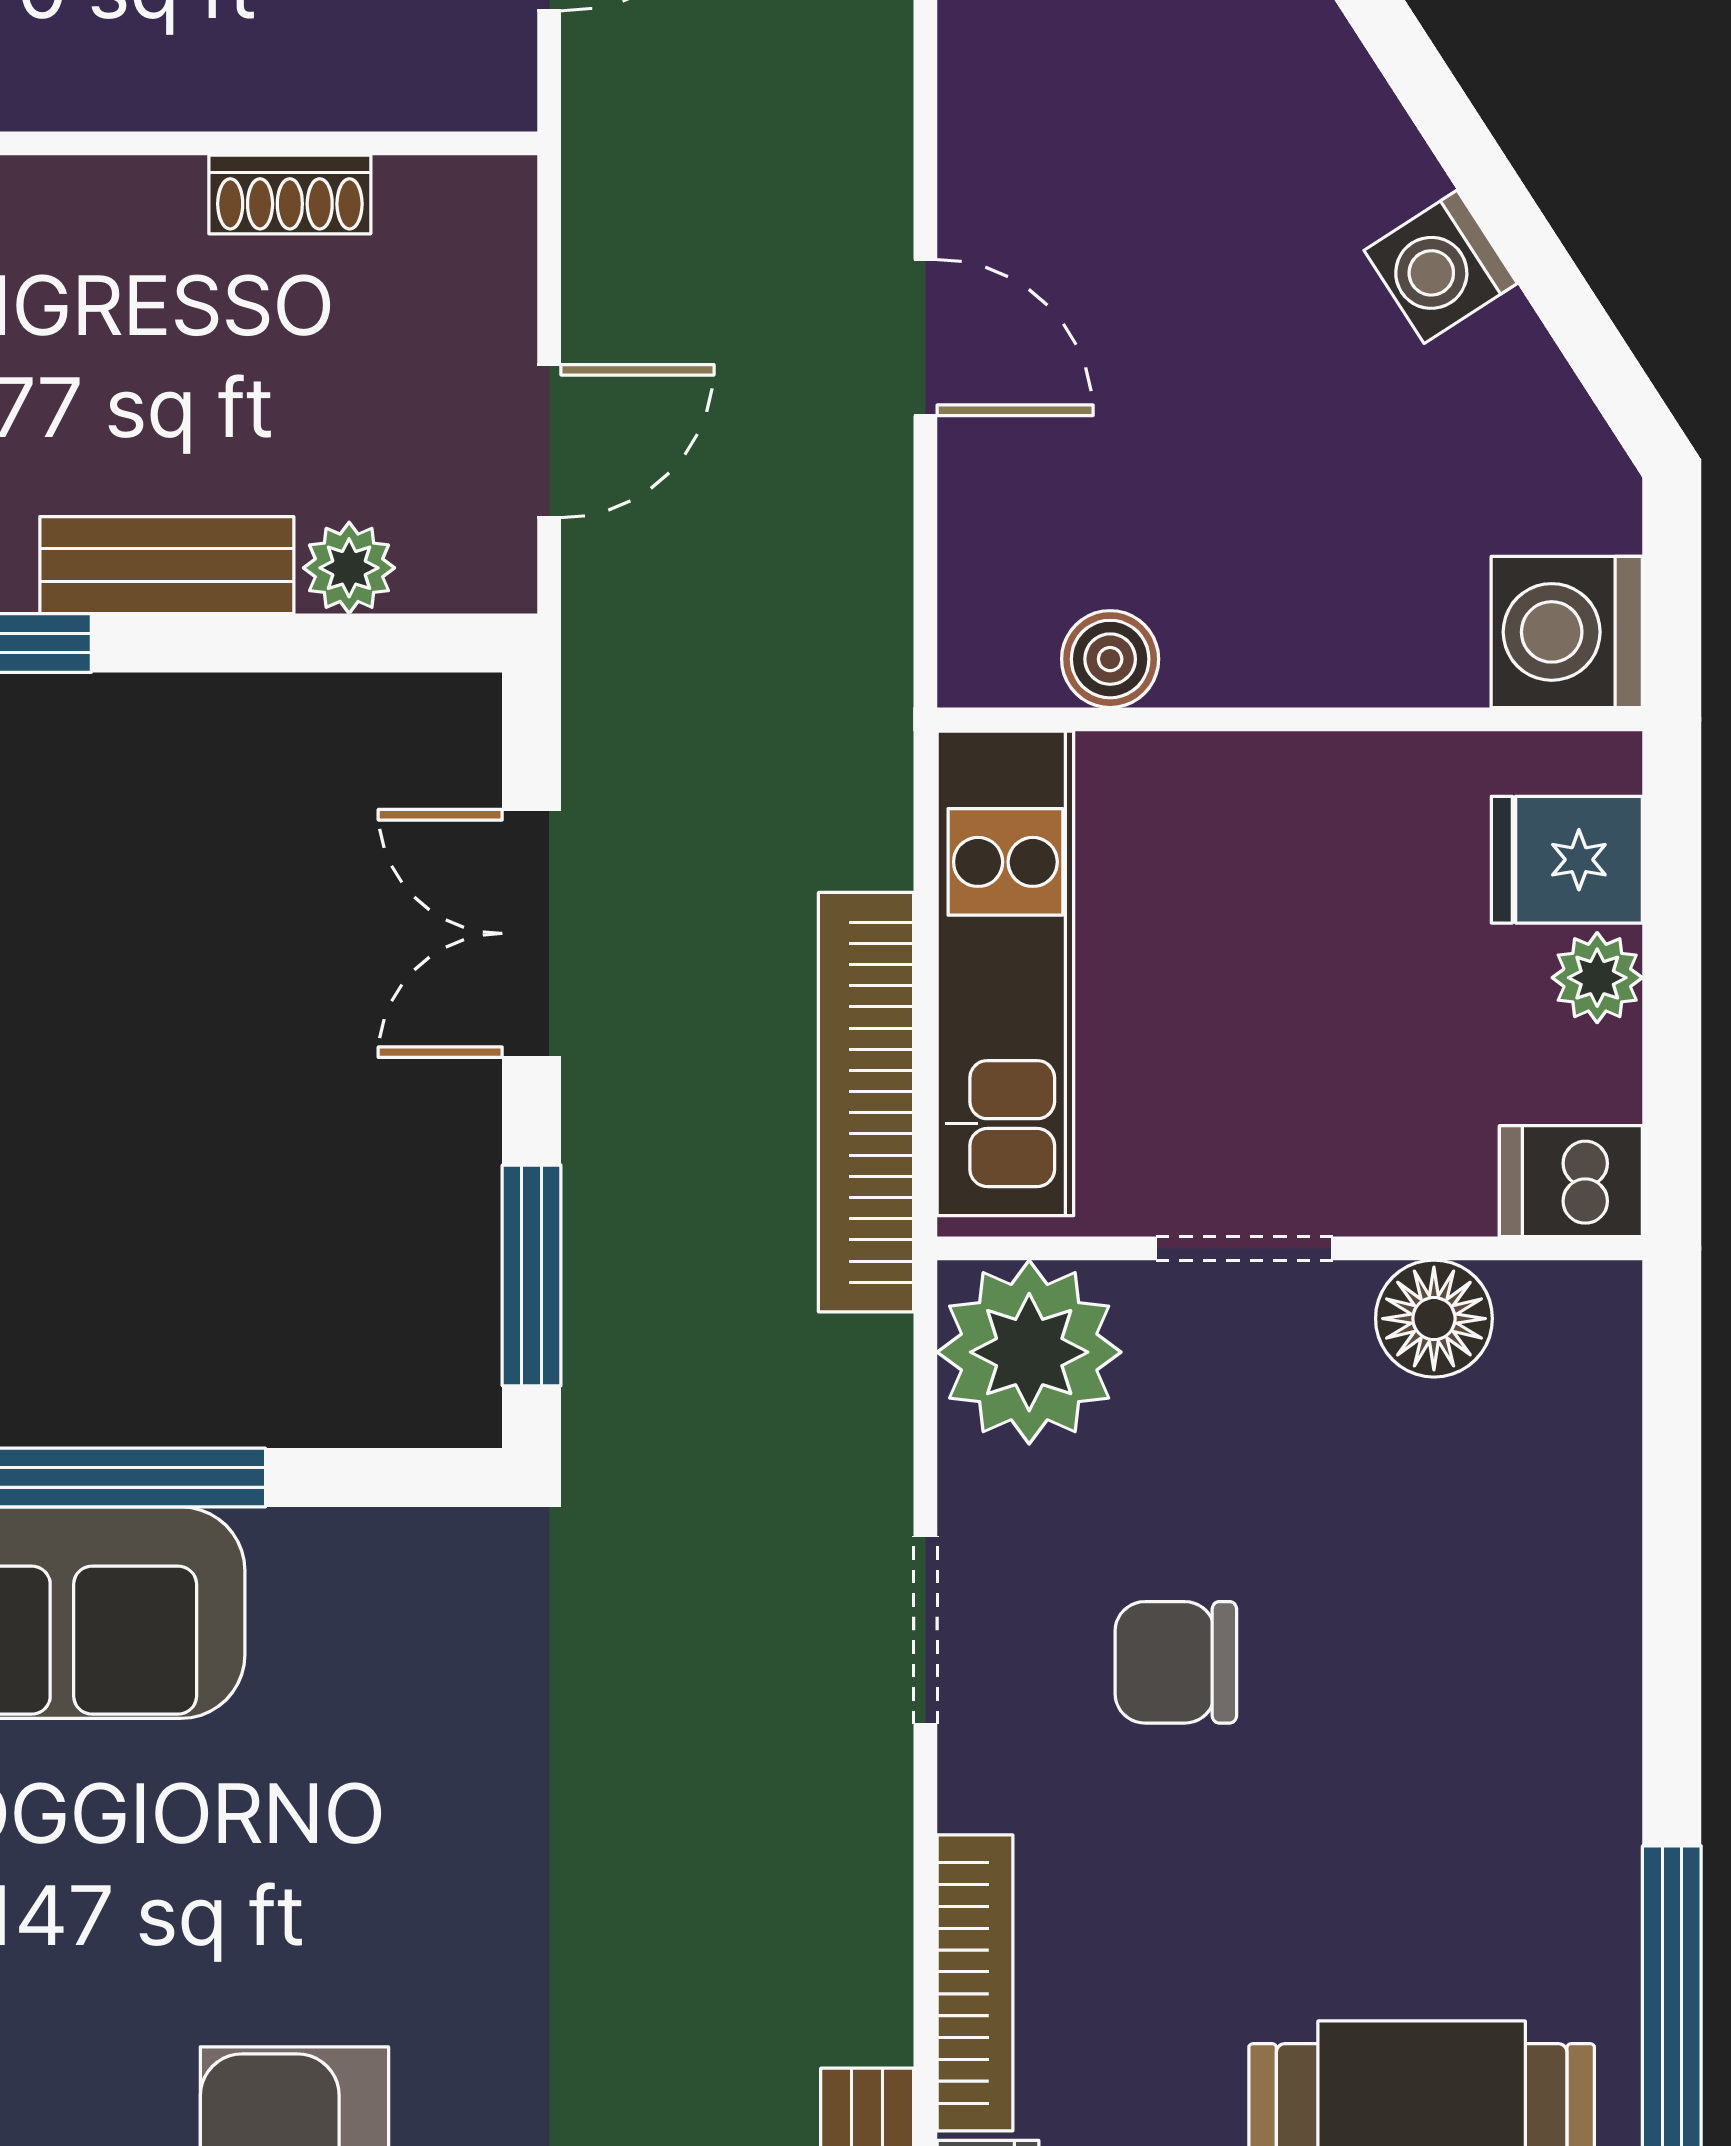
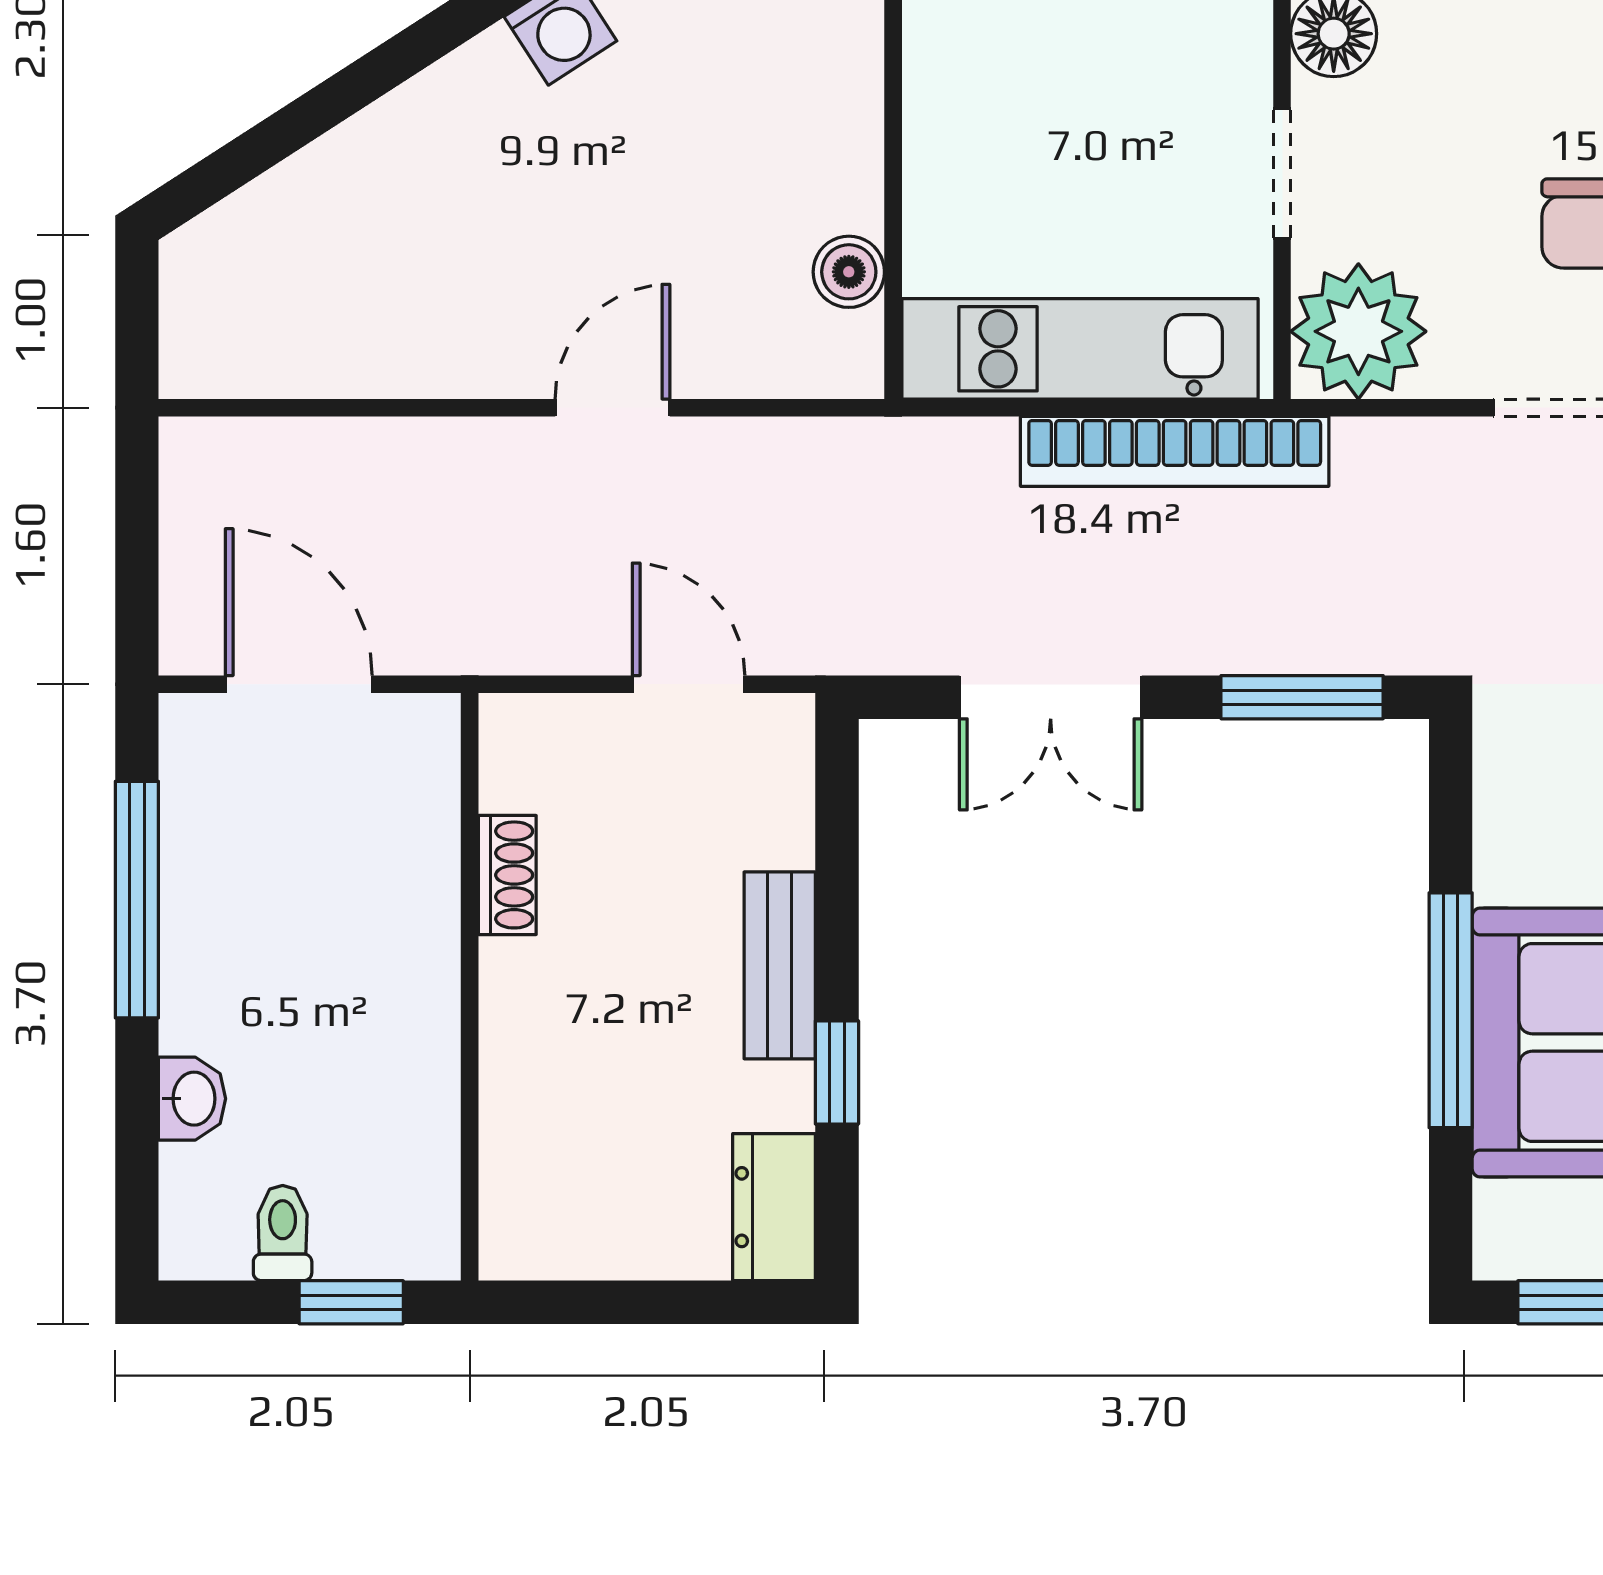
plant: (349, 568) -> (782, 831), removed

